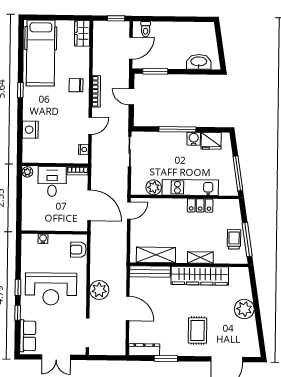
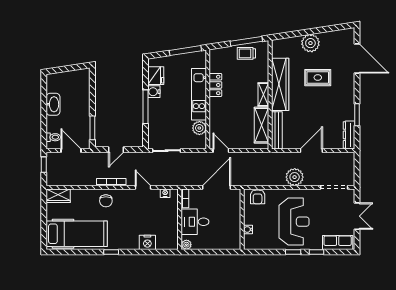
washbasin: (199, 62) -> (53, 104), moved, turned 180
shelving: (200, 258) -> (263, 94), moved
rug: (197, 331) -> (318, 78), moved

